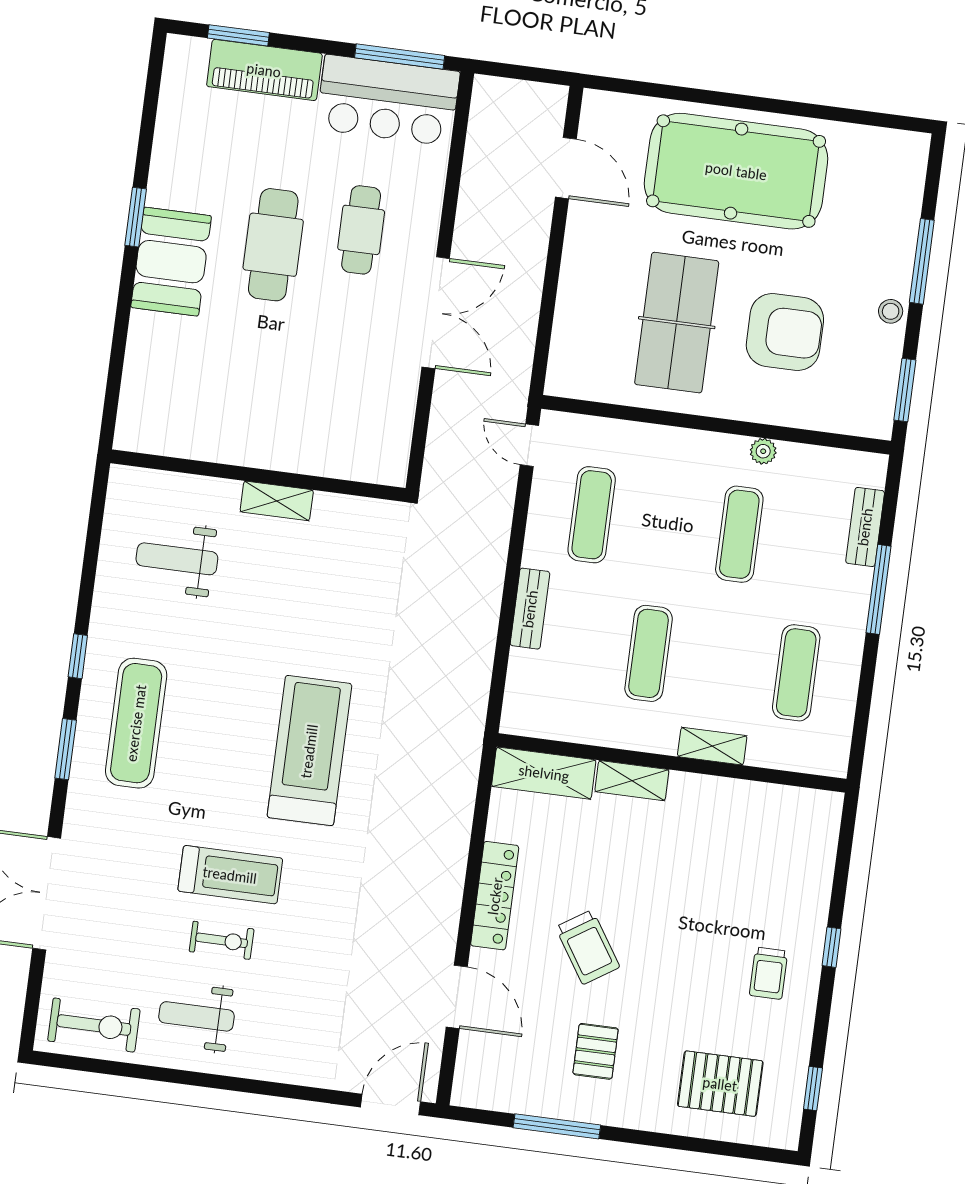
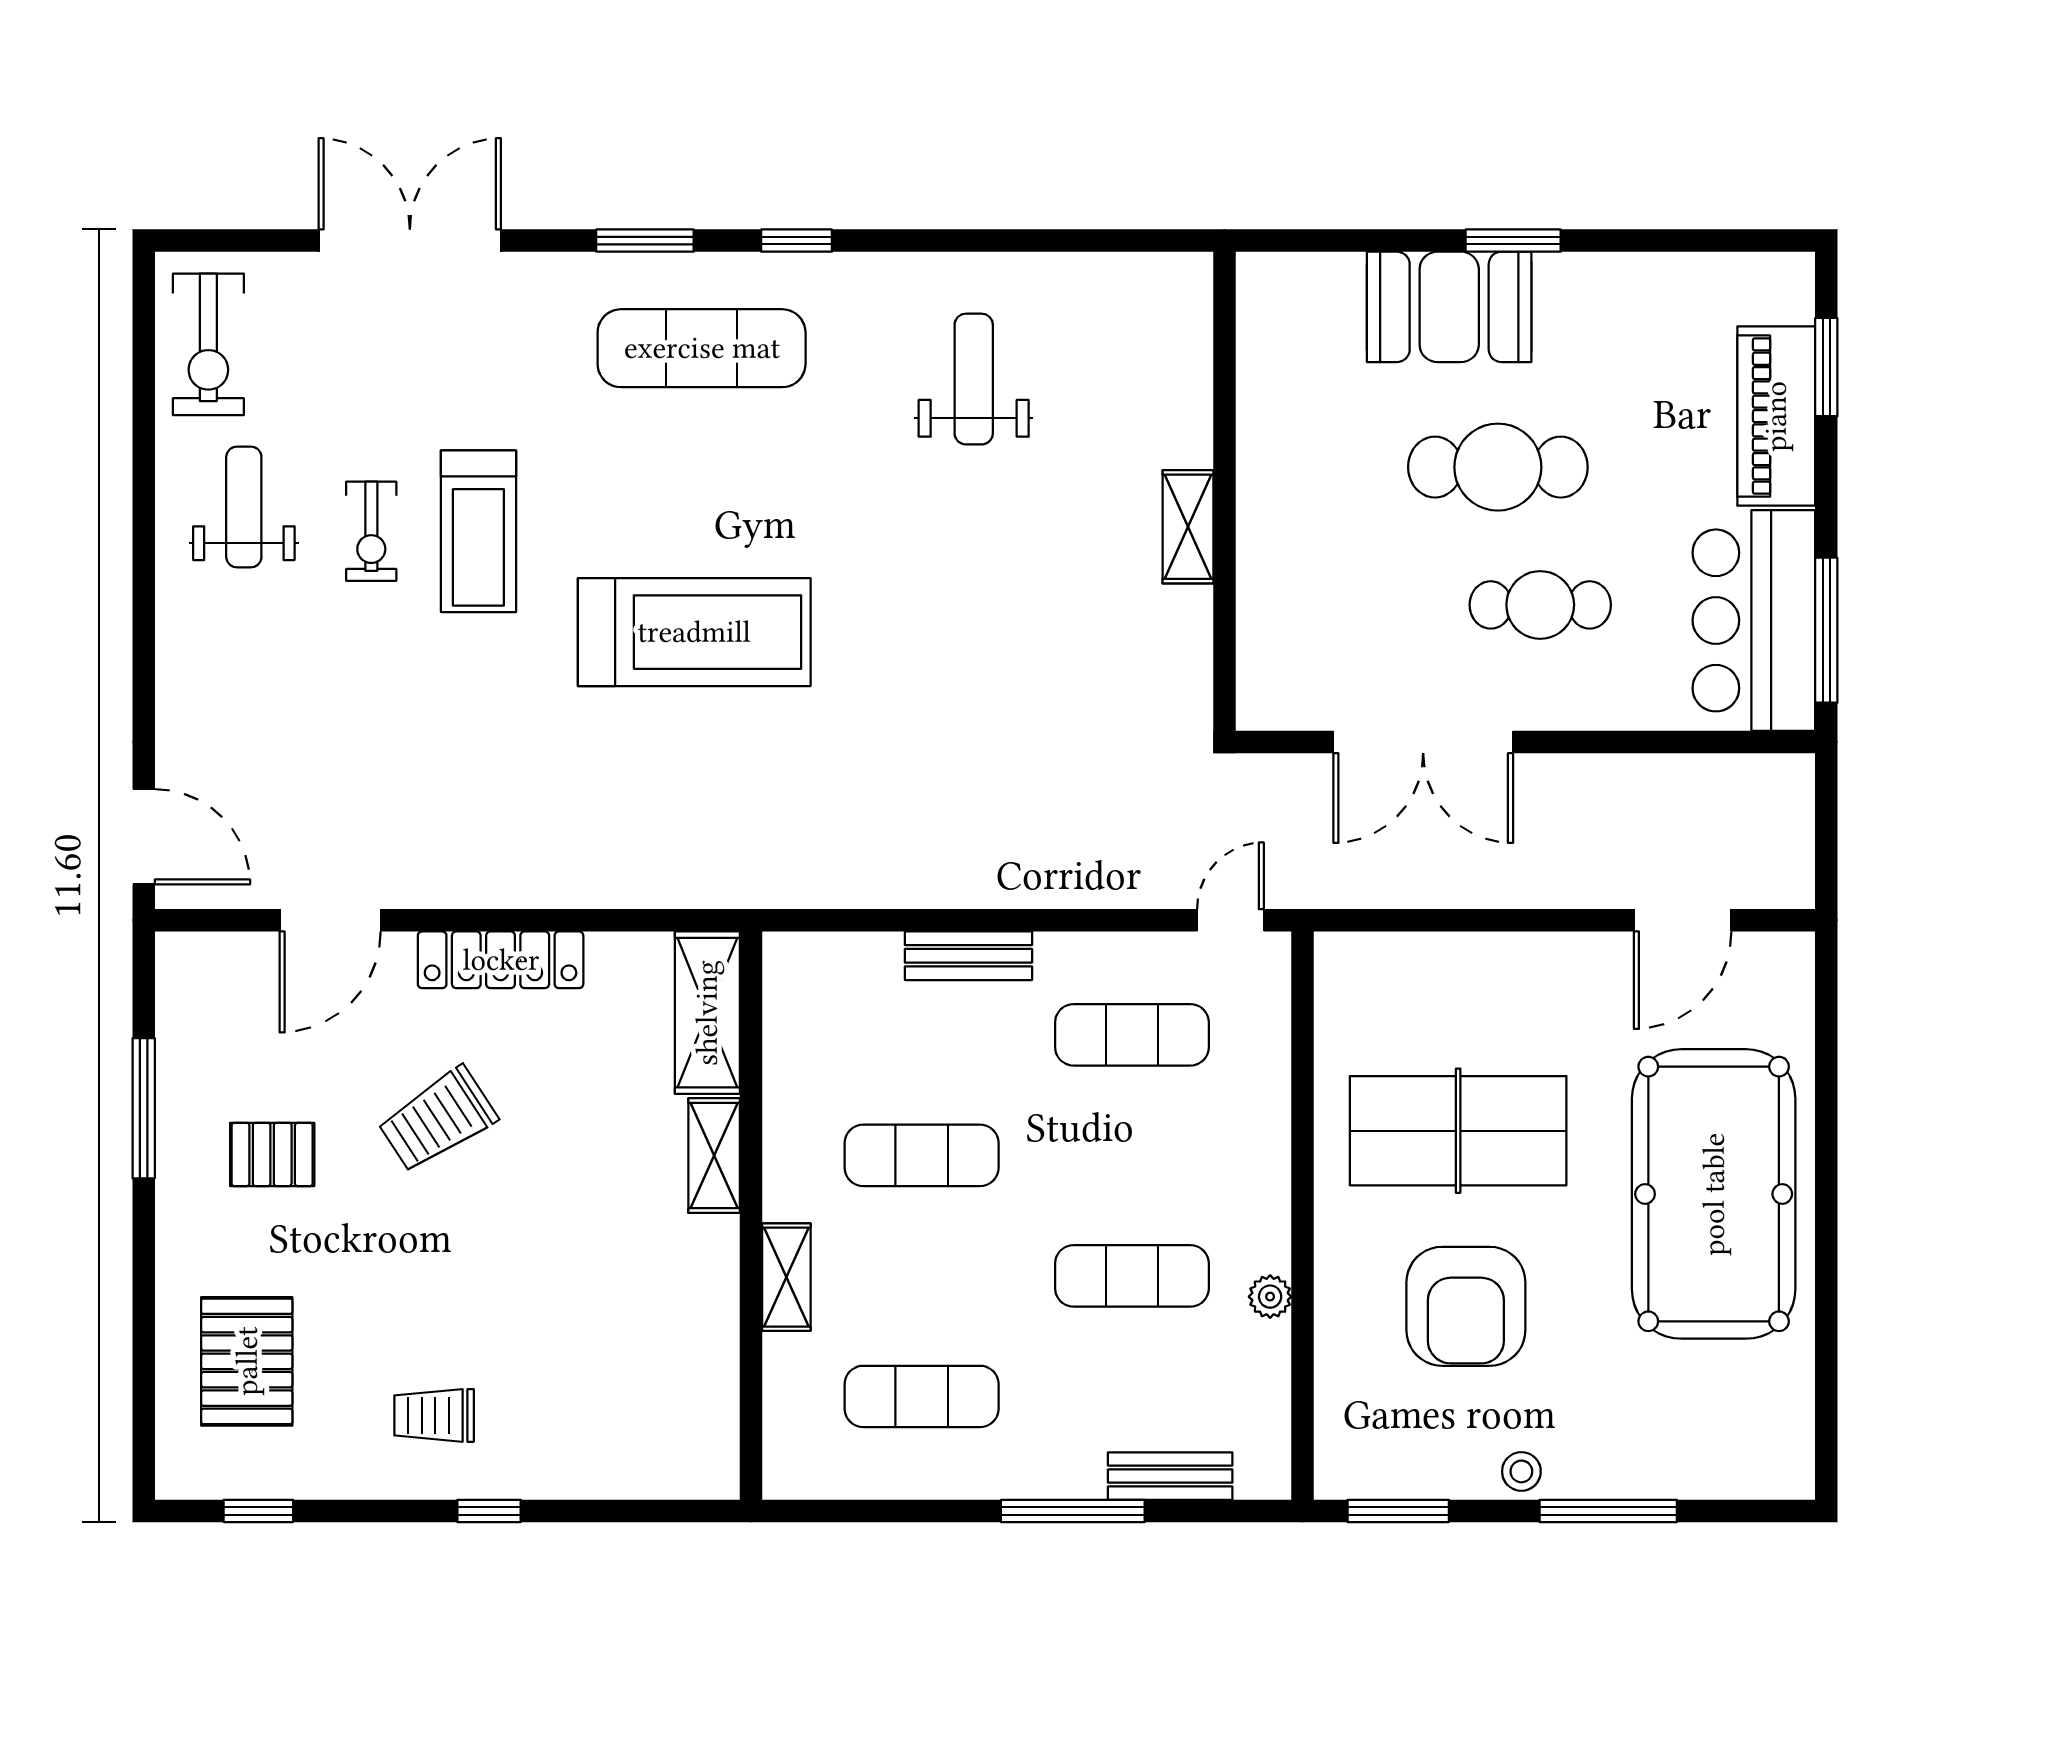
wall: (258, 476) -> (1225, 491), moved
shelving: (277, 501) -> (1188, 527), moved

